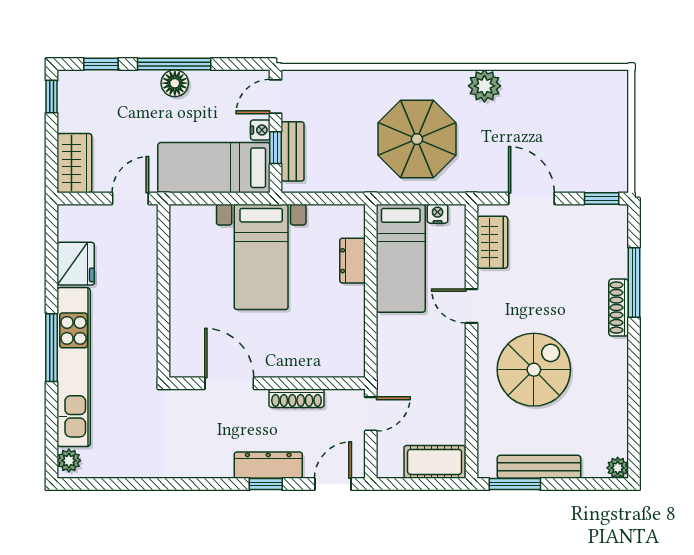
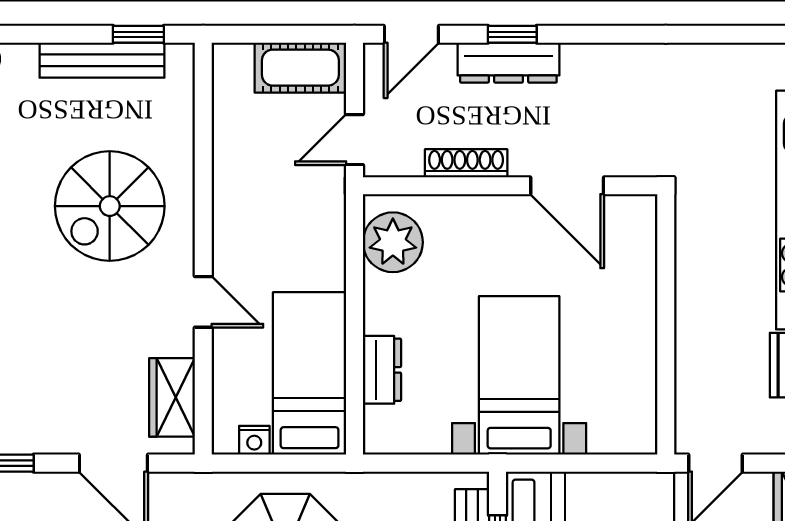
plant: (345, 346) -> (393, 242), added
cot: (435, 462) -> (300, 68), moved
window: (515, 484) -> (138, 34), width x0.67

